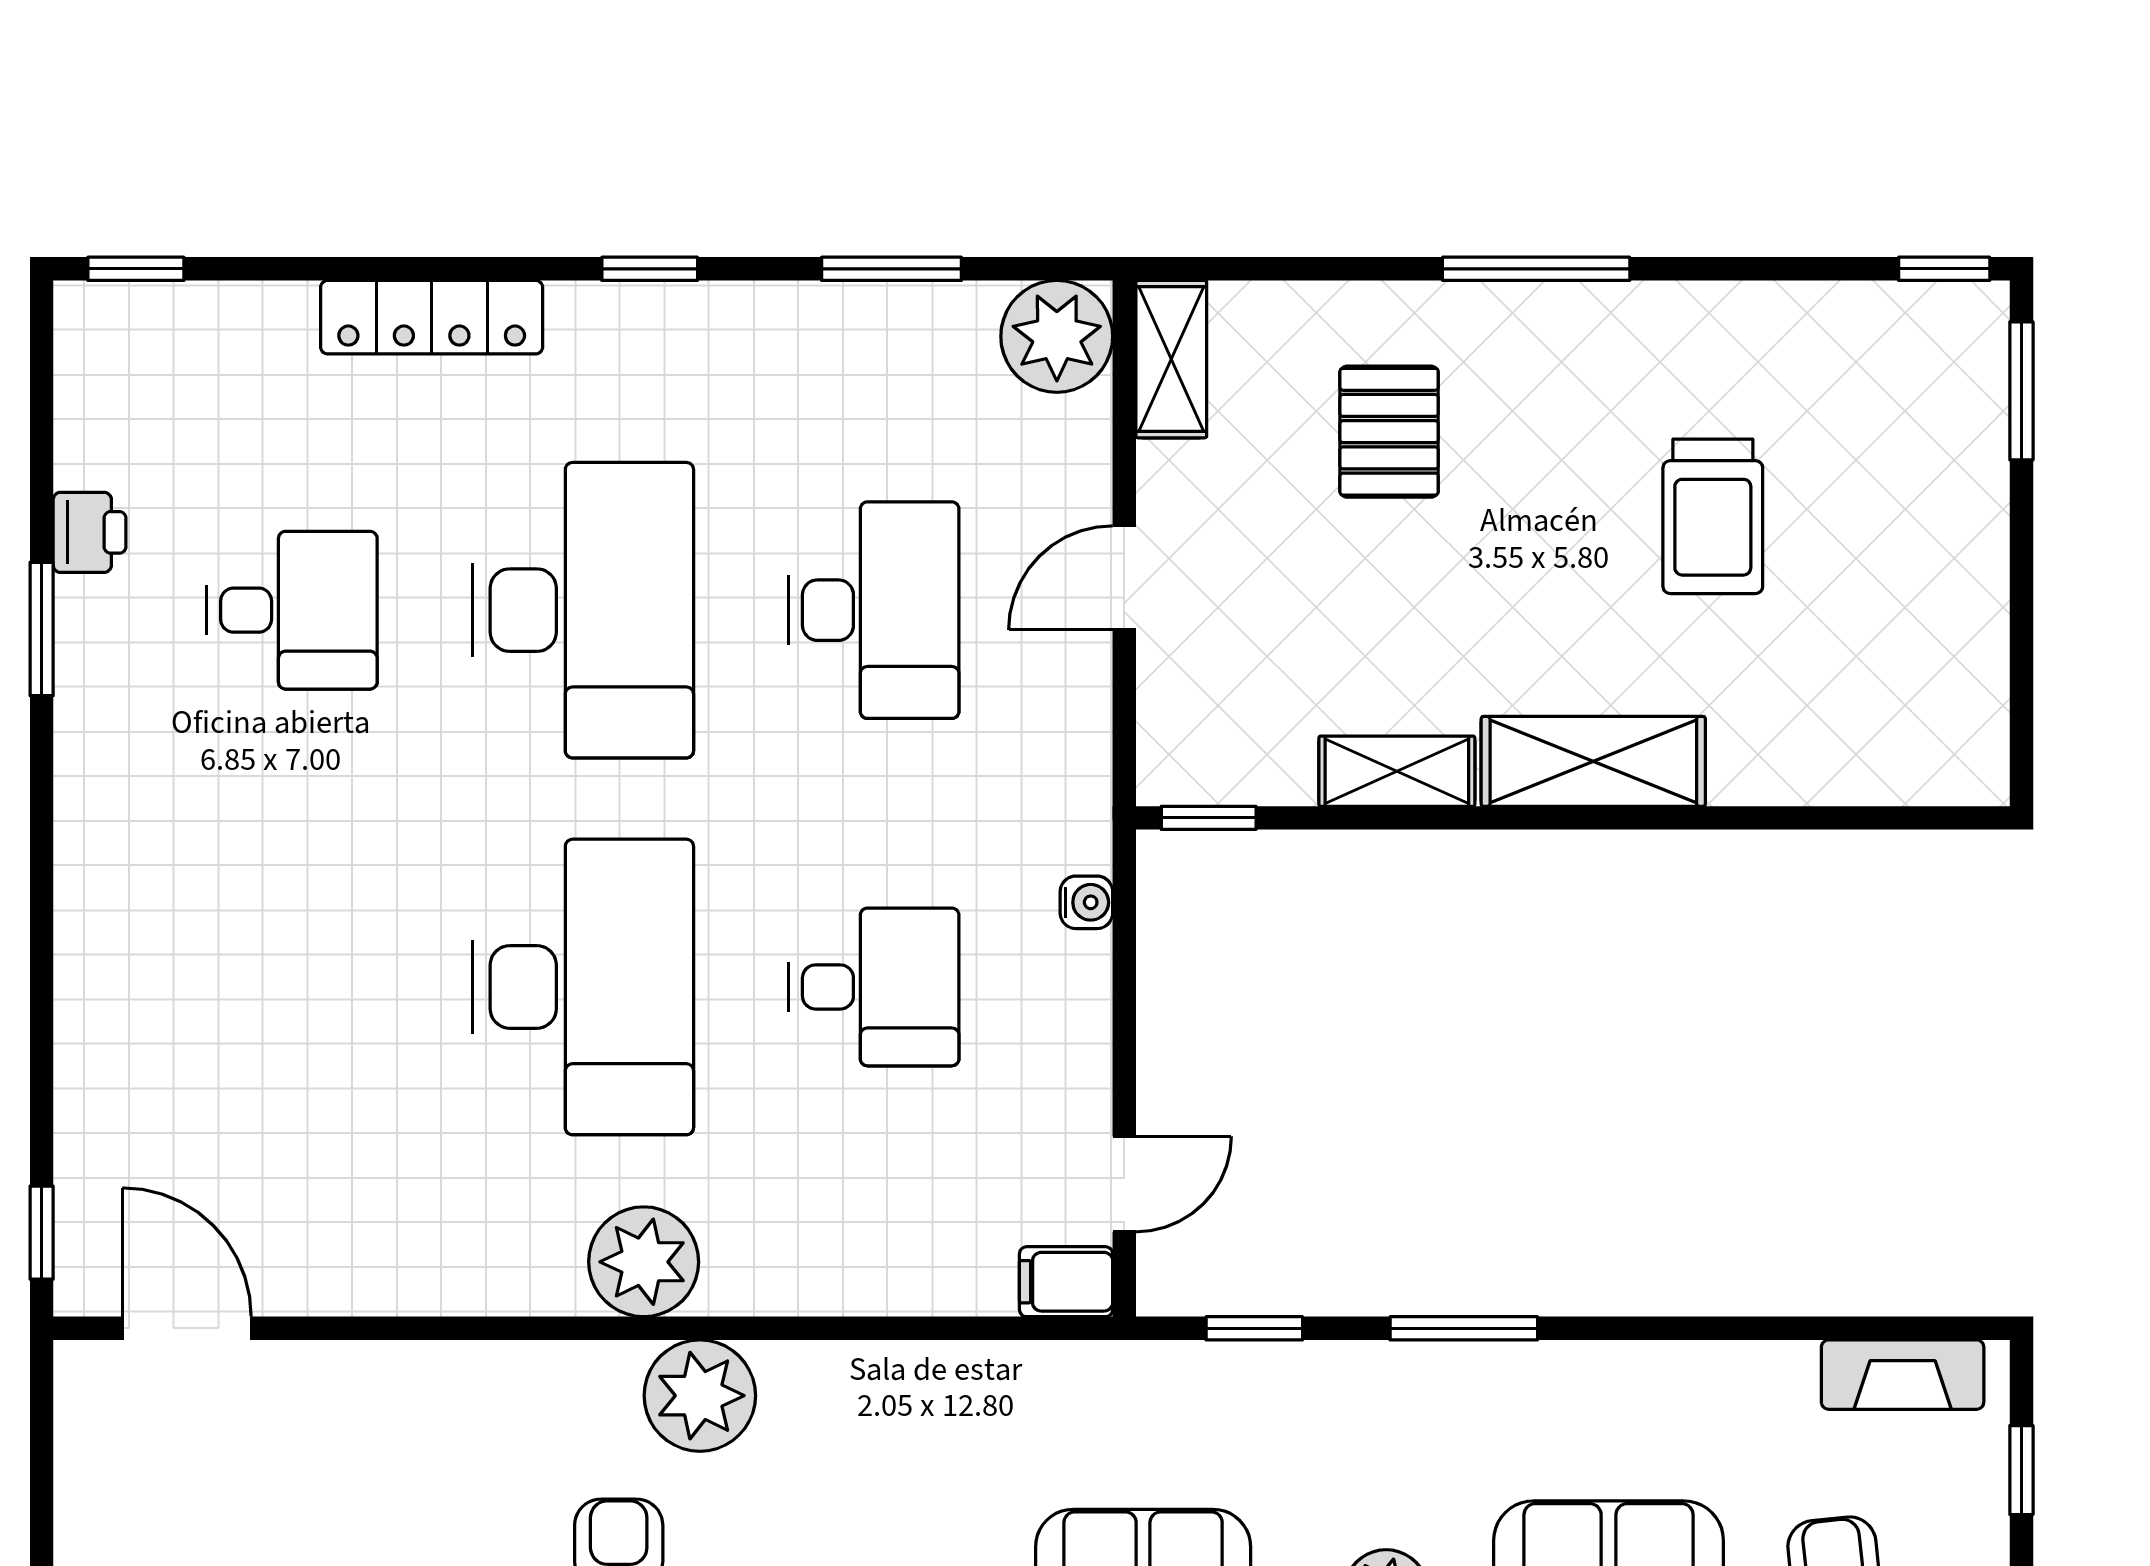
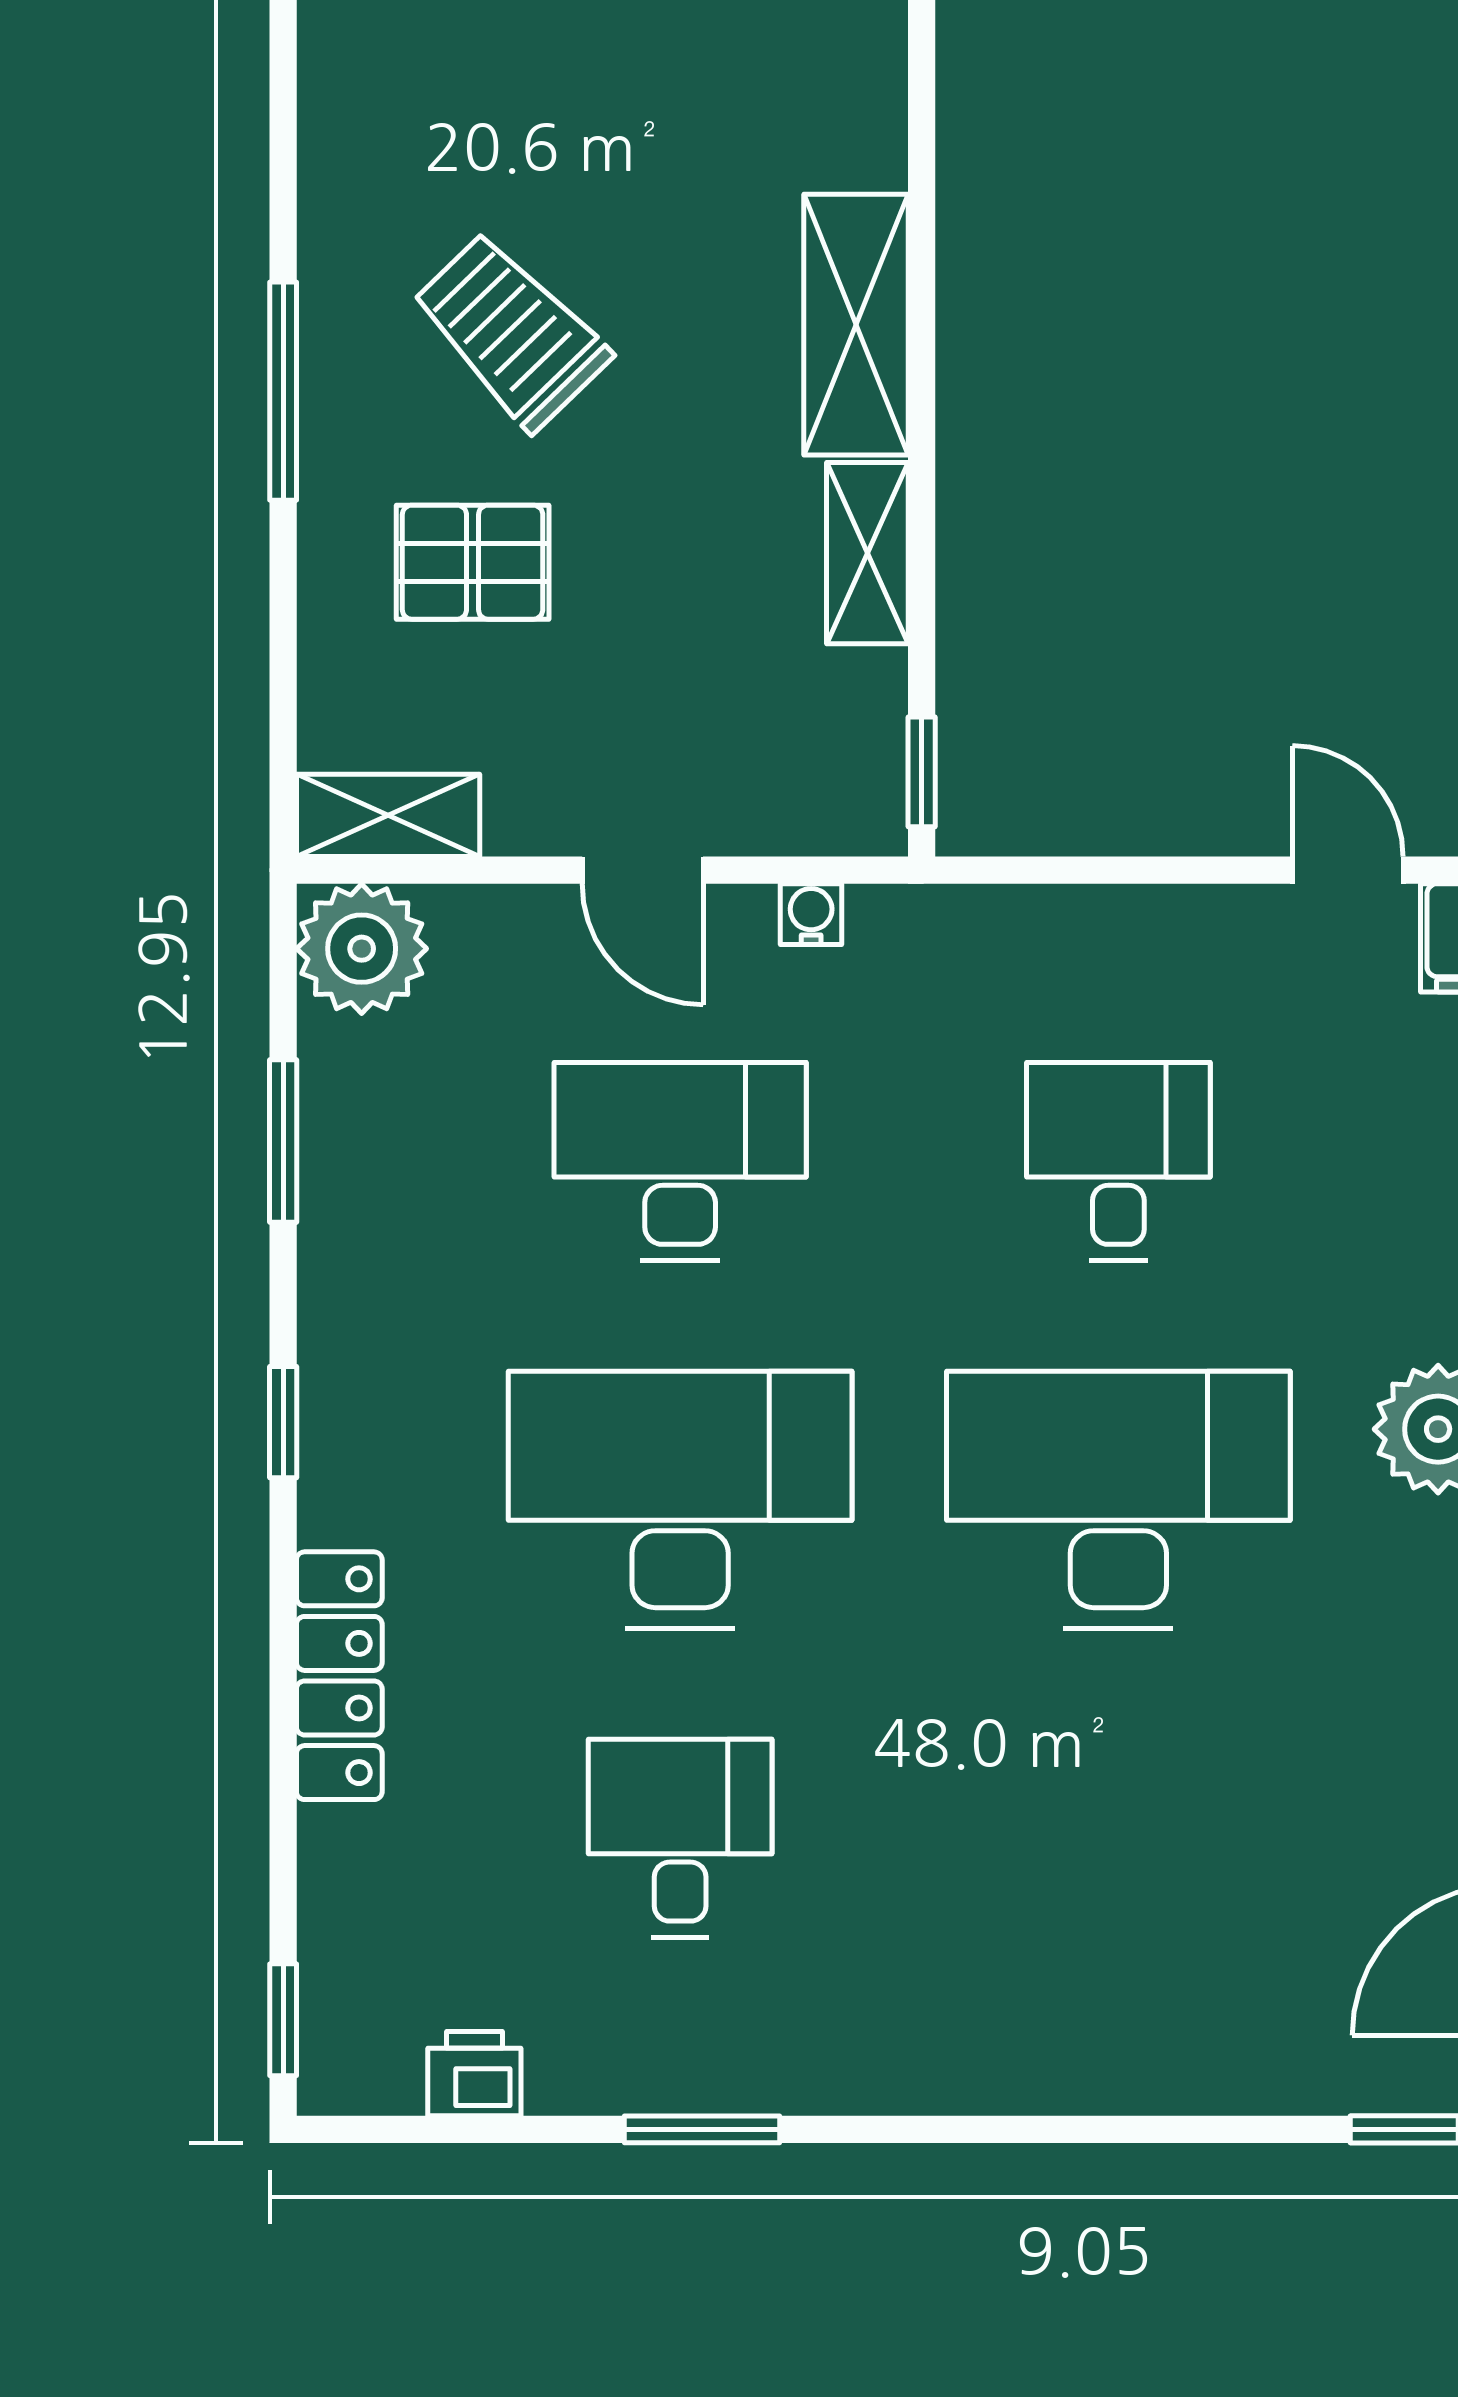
trolley: (1713, 516) -> (511, 331), moved, turned -134
printer: (90, 532) -> (474, 2074), moved
water cooler: (1086, 902) -> (811, 914), moved

